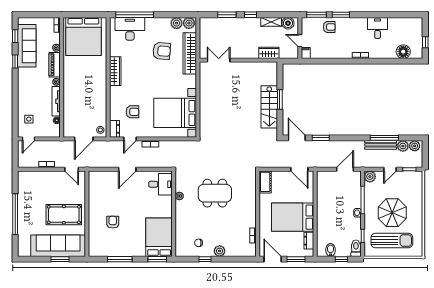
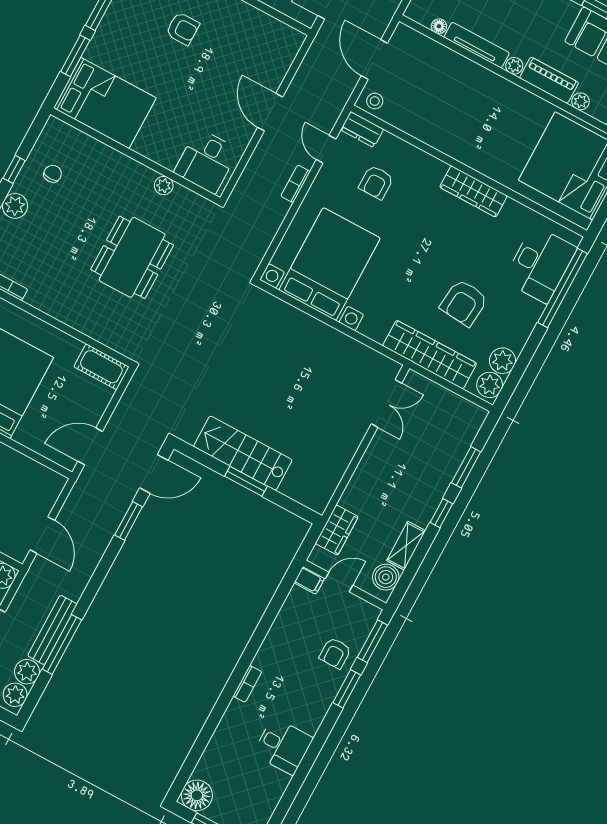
floor lamp: (403, 52) -> (197, 795), moved
wardrobe: (269, 53) -> (337, 530), moved
window: (157, 259) -> (75, 56), moved

